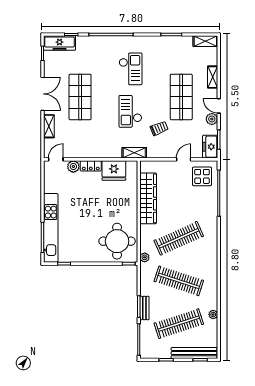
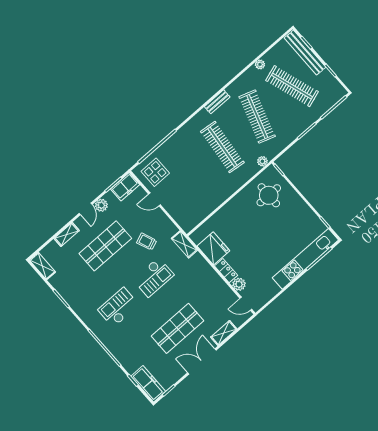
wardrobe: (148, 198) -> (212, 201), removed
clothes rail: (179, 238) -> (222, 147), turned 30
round table: (117, 241) -> (269, 195), width x0.73, depth x0.73
bench: (144, 308) -> (217, 102), moved

